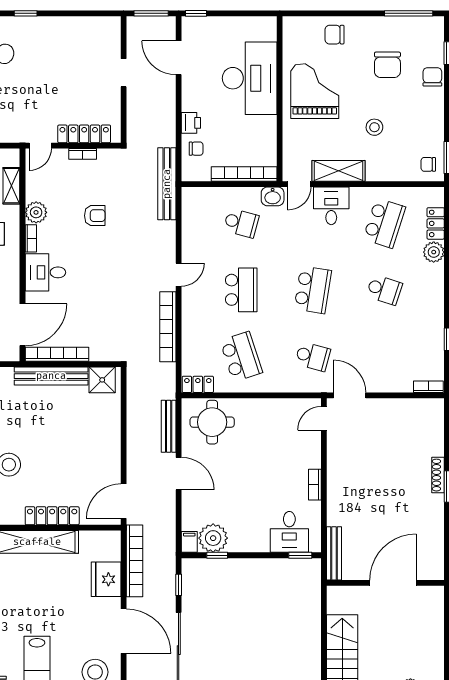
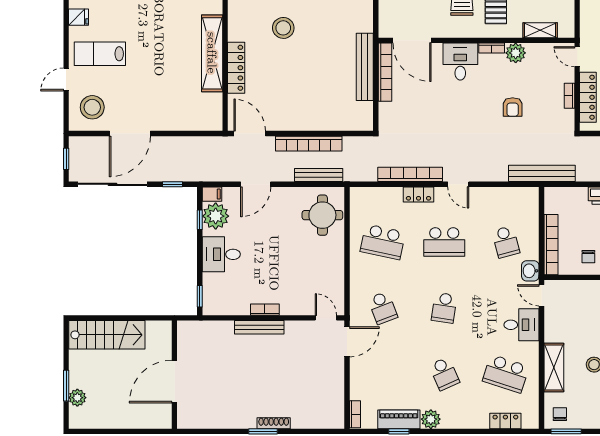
chair: (196, 149) -> (588, 257), moved
shelving: (339, 171) -> (554, 367), moved
school desk: (241, 223) -> (506, 242), turned -30
plant: (434, 252) -> (431, 419), moved
school desk: (313, 290) -> (444, 308), width x0.54
school desk: (384, 290) -> (444, 374), turned -42
piano: (434, 339) -> (399, 419), added
school desk: (241, 357) -> (383, 242), turned 30
school desk: (313, 357) -> (383, 308), turned -36
shower: (102, 380) -> (361, 114), removed
locker: (198, 384) -> (419, 194), moved, turned 90
door: (179, 474) -> (256, 184), moved
desk: (289, 532) -> (221, 254), moved
bench: (334, 553) -> (259, 327), moved
bookcase: (134, 561) -> (309, 144), moved
fridge: (106, 579) -> (178, 117), removed
door: (393, 583) -> (174, 382), swing flipped

